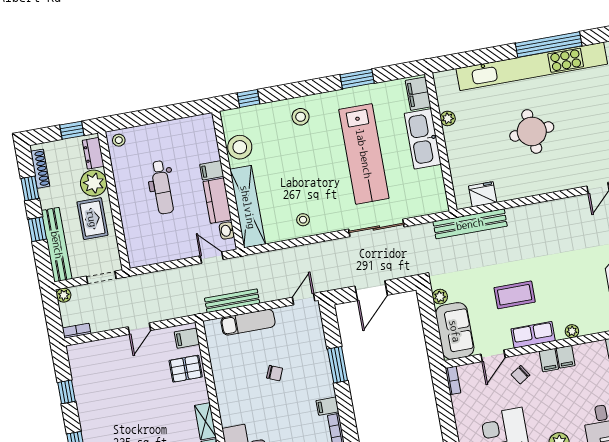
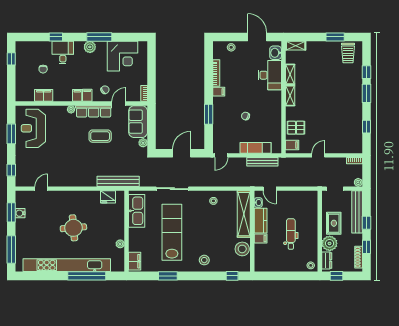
window: (549, 44) -> (87, 276), moved
kitchen sink: (423, 139) -> (137, 211), moved
row of seats: (533, 335) -> (94, 111), width x1.48

